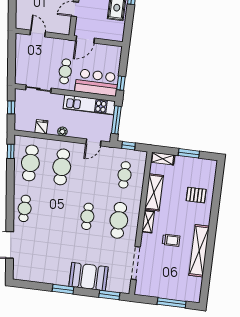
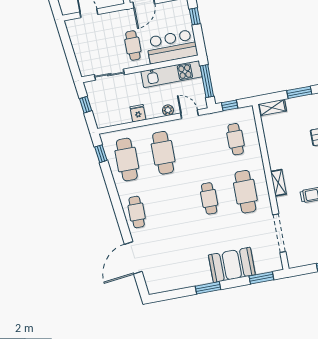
window: (121, 83) -> (195, 16), moved
fridge: (41, 127) -> (138, 113), moved
plant: (62, 132) -> (168, 110), moved
door: (93, 142) -> (190, 114), swing flipped
shelving: (154, 192) -> (275, 148), removed

